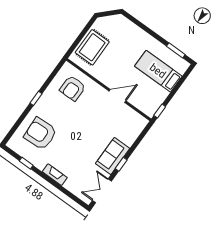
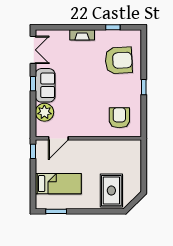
rug: (92, 47) -> (111, 191), moved
door: (117, 96) -> (58, 138), moved
plant: (128, 135) -> (44, 112), added

